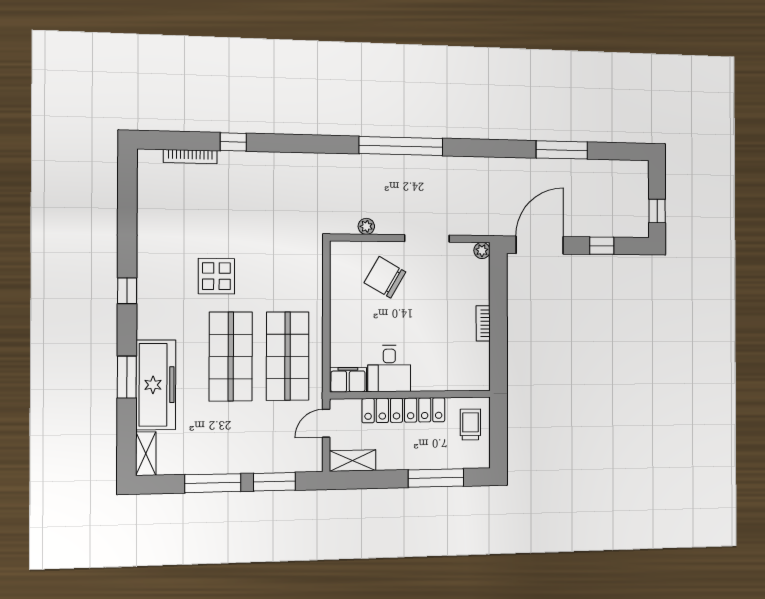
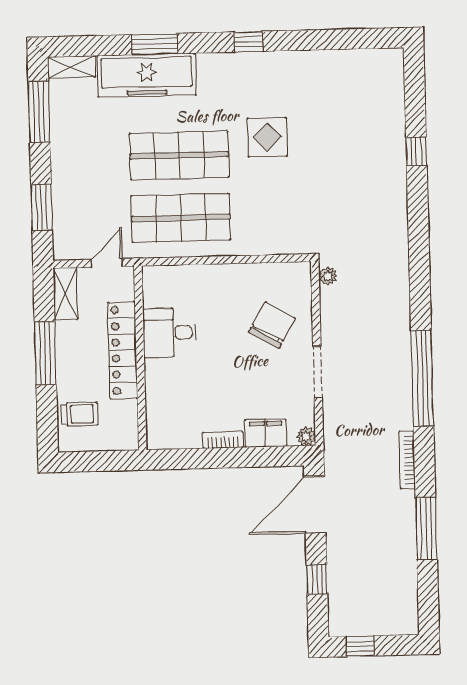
window: (401, 146) -> (422, 378), moved
bookcase: (190, 157) -> (407, 460), moved
plant: (366, 226) -> (328, 276), moved
door: (540, 245) -> (315, 505), swing flipped
filing cabinet: (348, 380) -> (266, 433), moved, turned -90
door: (326, 423) -> (107, 263), hinge flipped
trolley: (470, 425) -> (80, 414), moved
window: (436, 478) -> (45, 353), moved
window: (213, 483) -> (39, 112), moved

